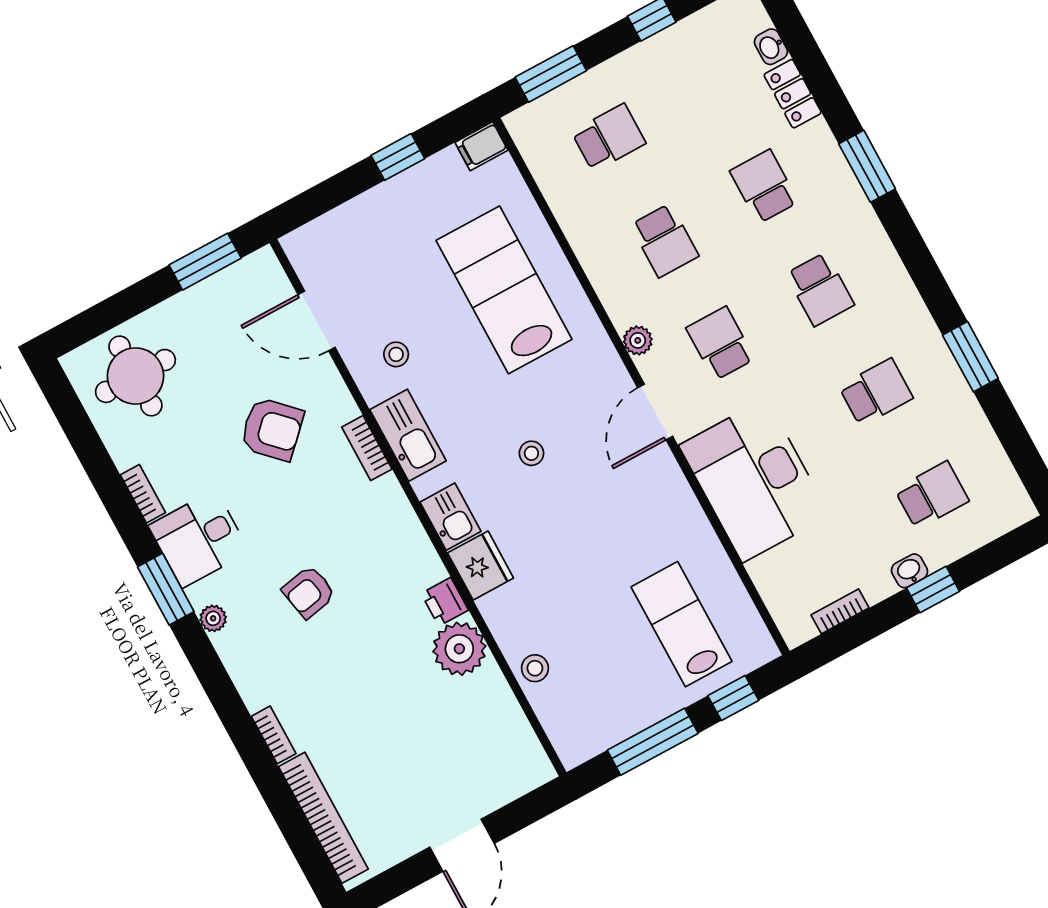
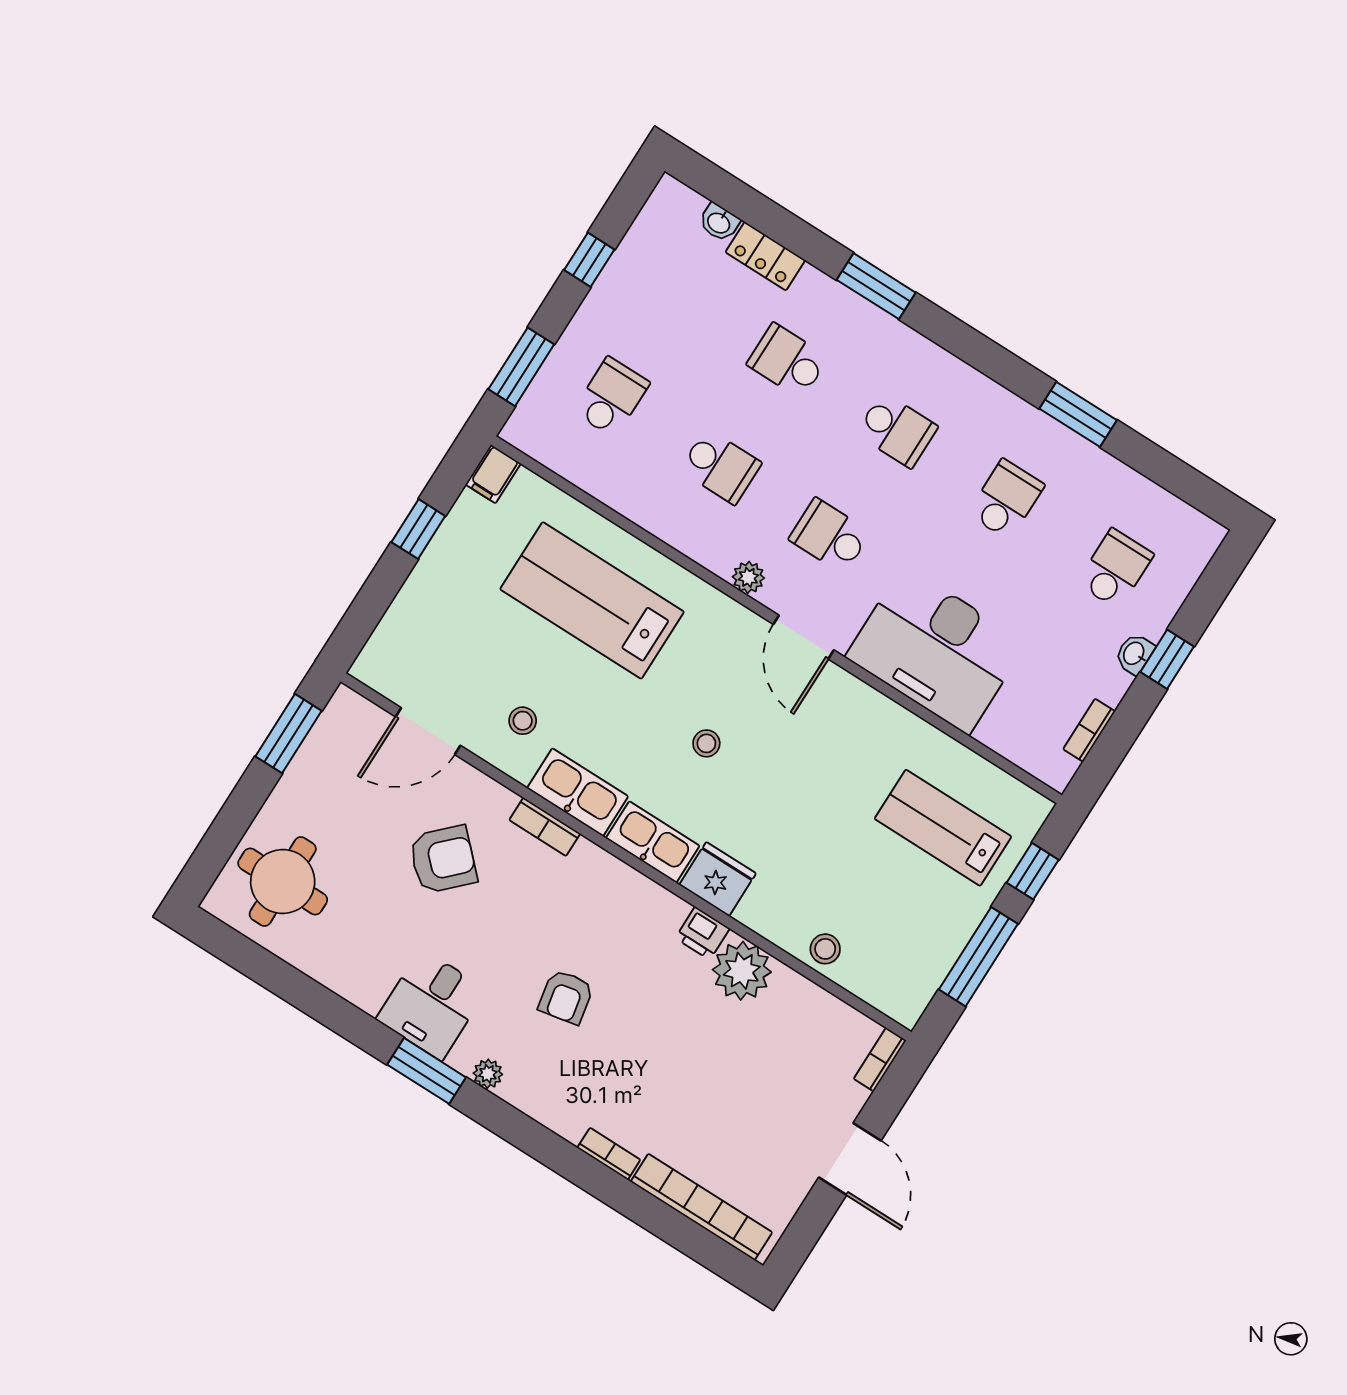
bookcase: (143, 494) -> (880, 1060), moved, turned -90
kitchen sink: (451, 517) -> (653, 842), width x1.38

